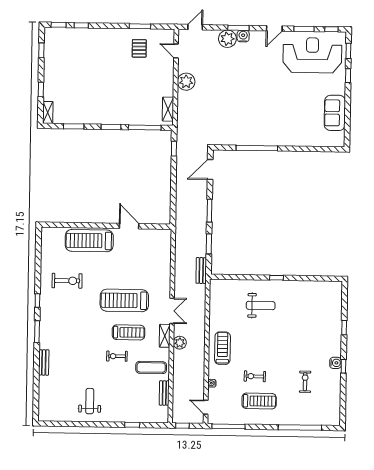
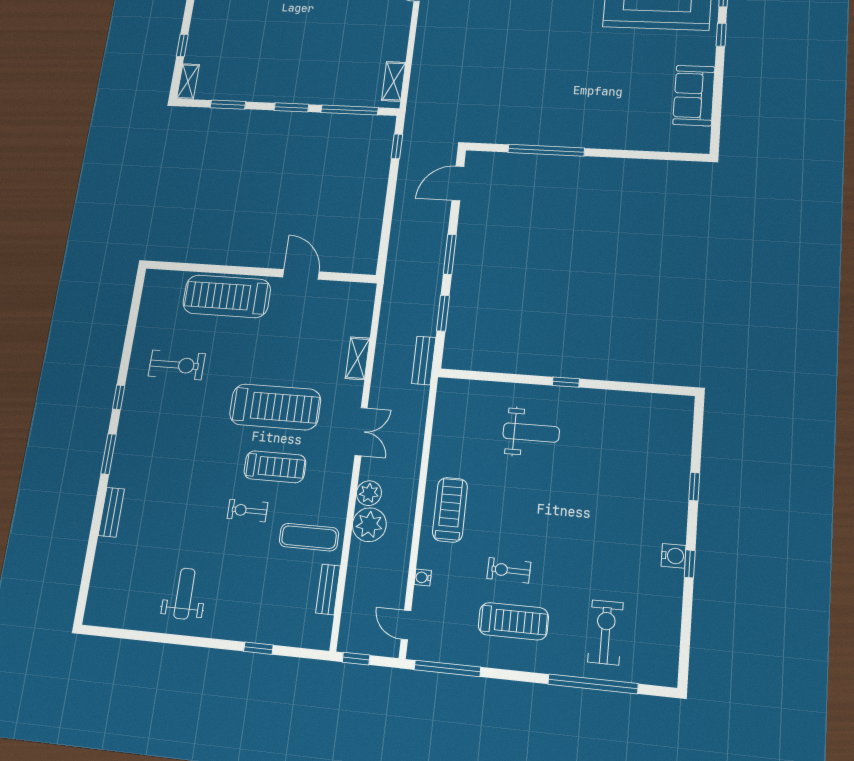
plant: (186, 82) -> (369, 525), moved
treadmill: (124, 300) -> (275, 407), turned 180
shelving: (165, 336) -> (358, 358), moved
exercise bike: (305, 382) -> (605, 632), moved, width x1.38, depth x1.39

